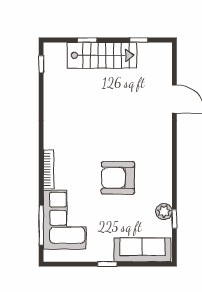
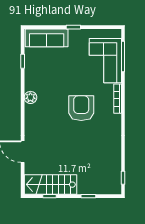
stairs: (102, 55) -> (50, 185), moved
armchair: (118, 178) -> (81, 108), moved, turned -90
plant: (164, 212) -> (30, 97), moved

